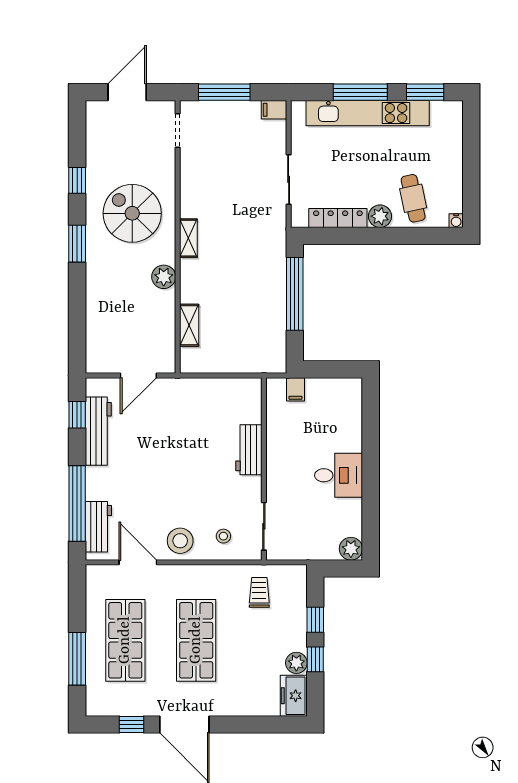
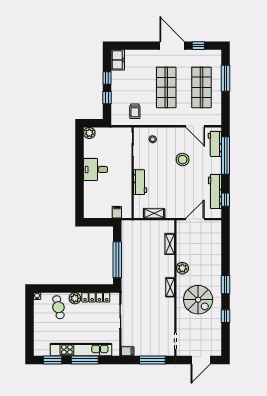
shelving: (221, 387) -> (154, 213), added
stool: (180, 541) -> (183, 160), moved
plant: (296, 663) -> (116, 76), removed

